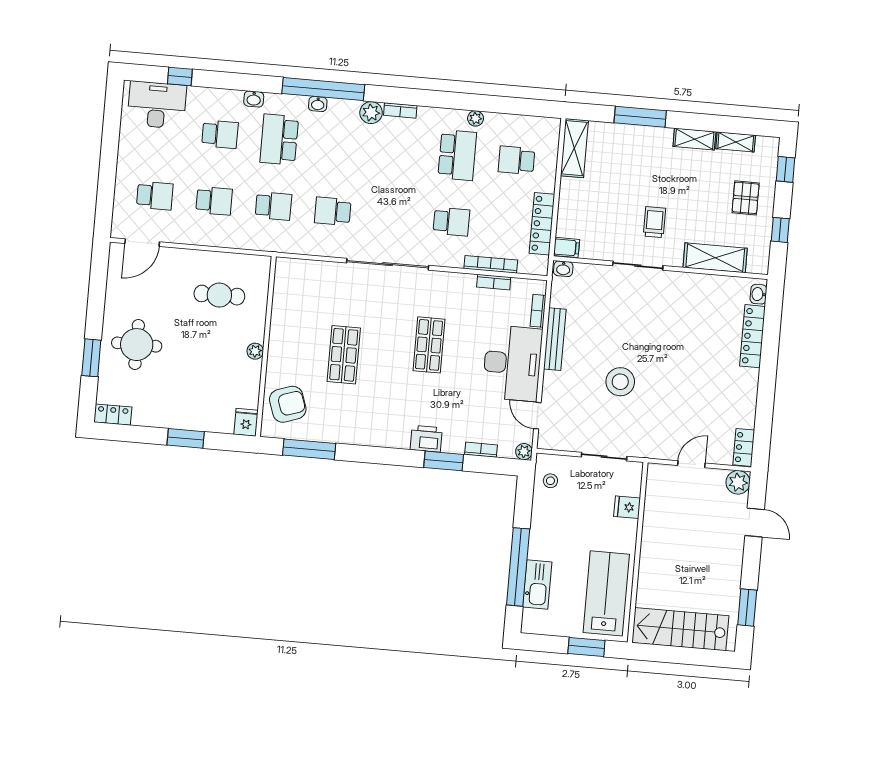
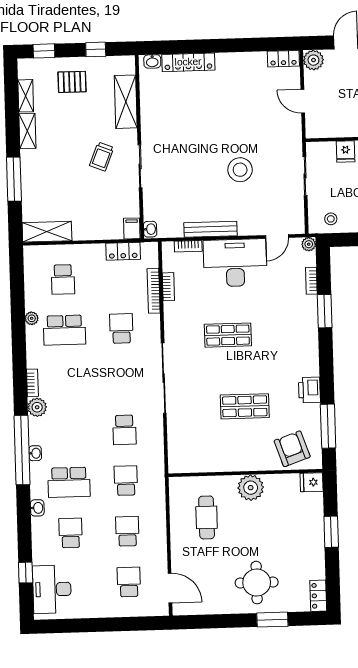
school desk: (457, 155) -> (64, 330), turned 180
trolley: (654, 222) -> (102, 157), turned -68
locker: (542, 224) -> (123, 251), width x0.66
plant: (255, 351) -> (251, 488), width x1.87, depth x1.87
printer: (426, 439) -> (309, 390), moved

